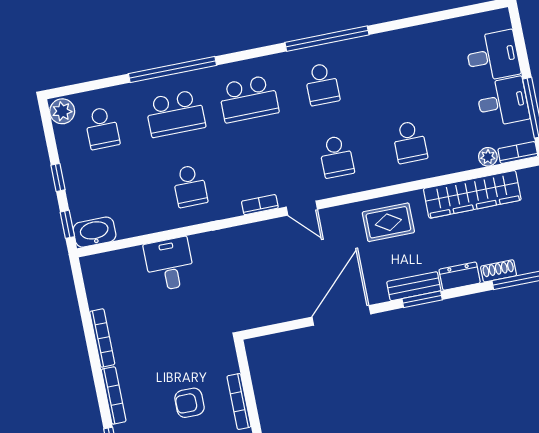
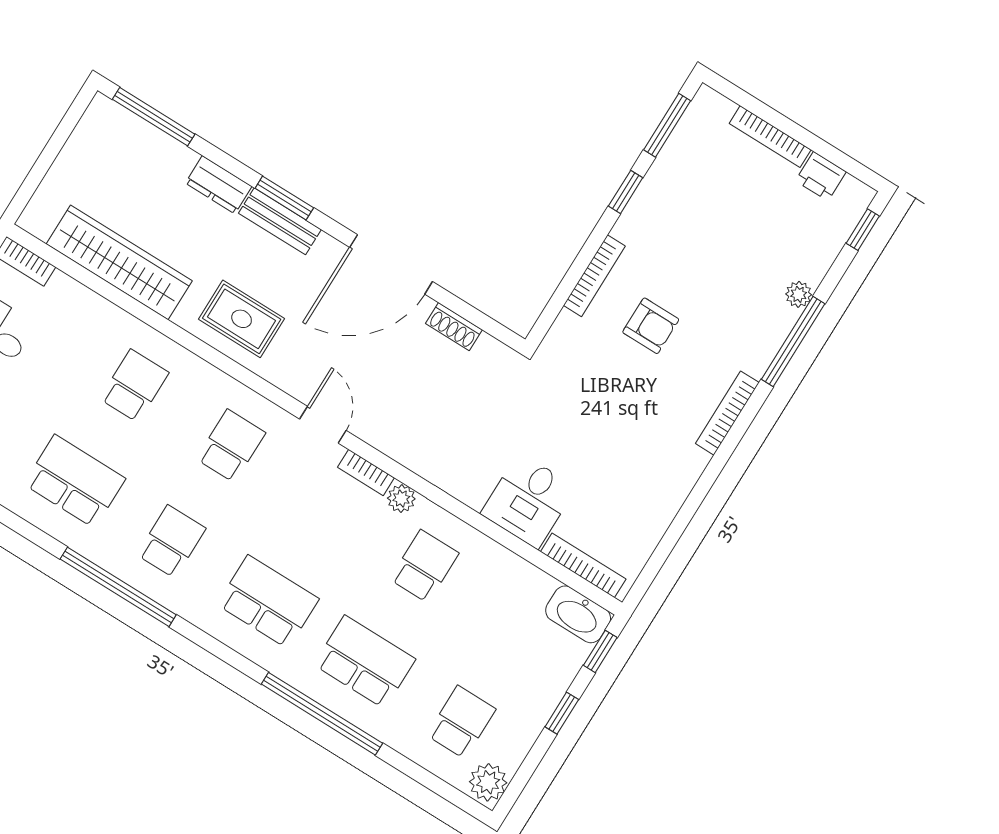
school desk: (395, 70) -> (75, 481), added
plant: (488, 157) -> (401, 498), moved
shoe rack: (499, 271) -> (454, 327), moved
bookcase: (102, 338) -> (583, 565), moved, turned 90

